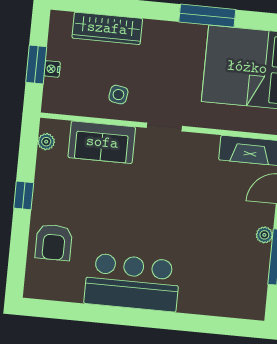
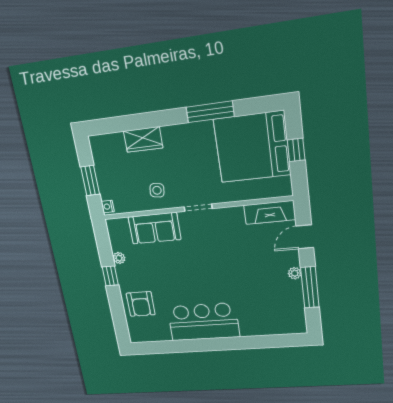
wardrobe: (107, 28) -> (143, 139), width x0.67
nightstand: (52, 69) -> (108, 207), moved
plant: (46, 142) -> (119, 258), moved

